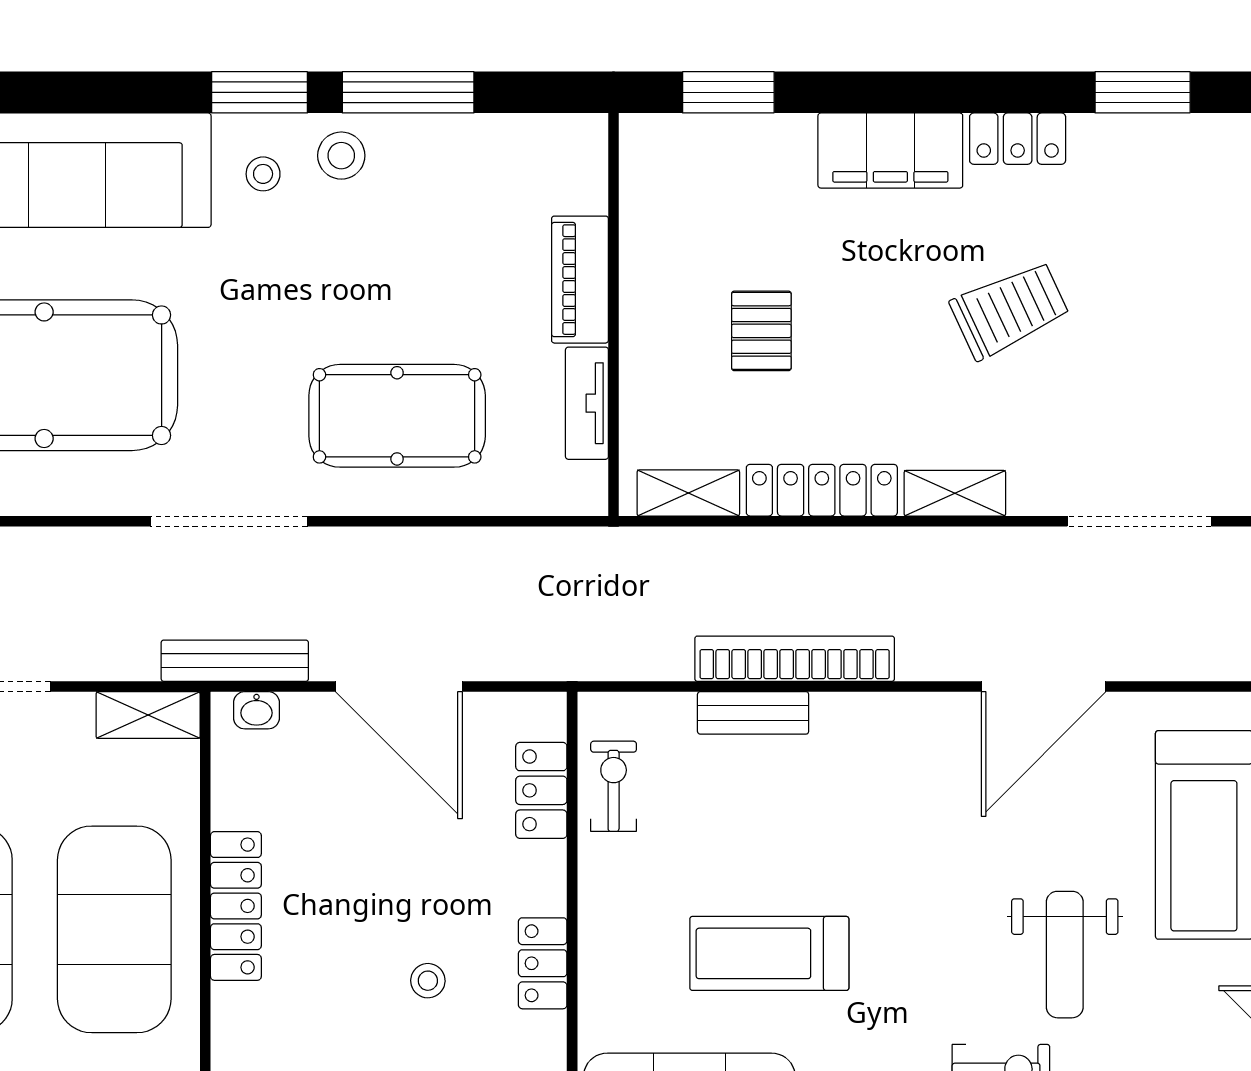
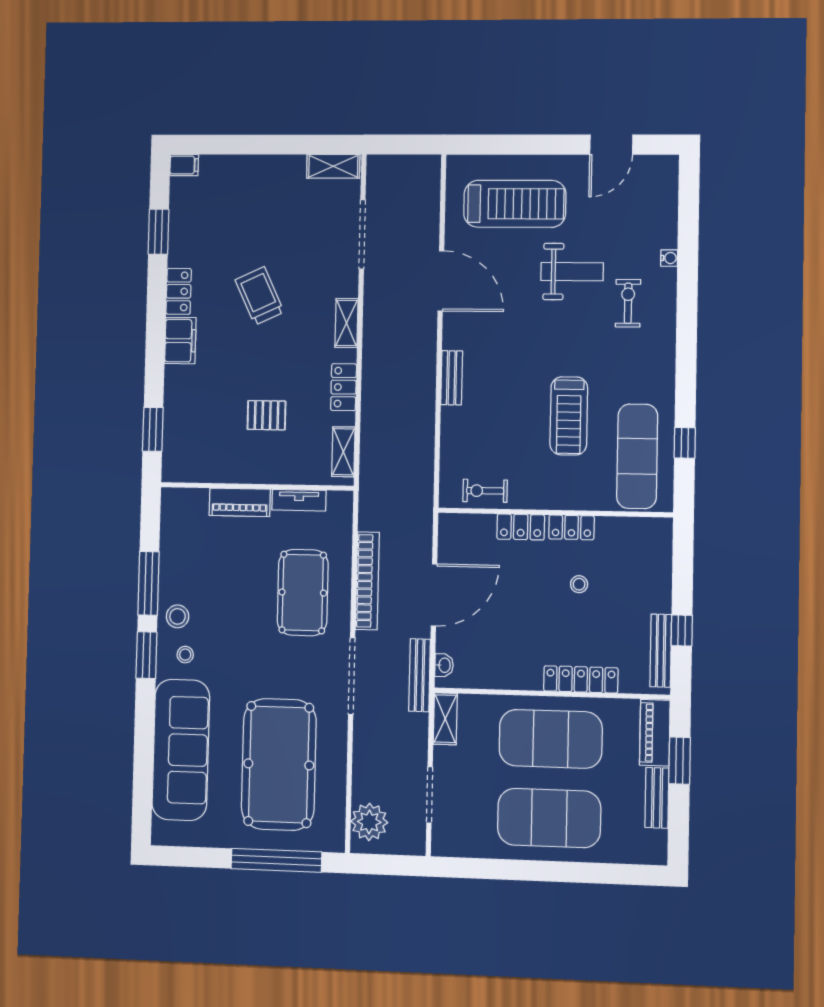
filing cabinet: (890, 151) -> (180, 341), width x0.67, depth x0.86
locker: (822, 490) -> (344, 387), width x0.66
bookcase: (795, 659) -> (367, 581), moved, turned 180
bench: (753, 713) -> (452, 378), moved
locker: (541, 790) -> (521, 527), moved
locker: (236, 906) -> (581, 679), moved

